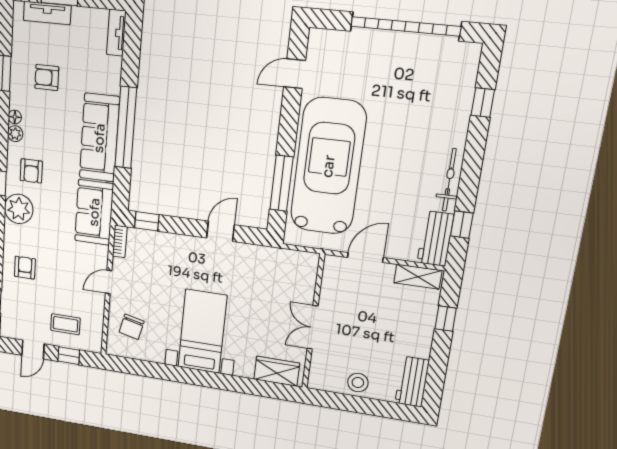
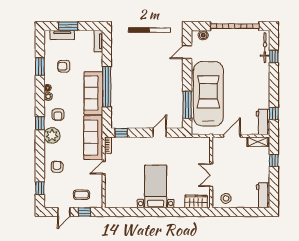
boiler: (333, 40) -> (203, 35), added
bicycle: (449, 180) -> (265, 48), moved
sofa: (94, 212) -> (93, 138), width x1.36
chair: (132, 327) -> (118, 190), removed
stool: (358, 383) -> (226, 198), moved

